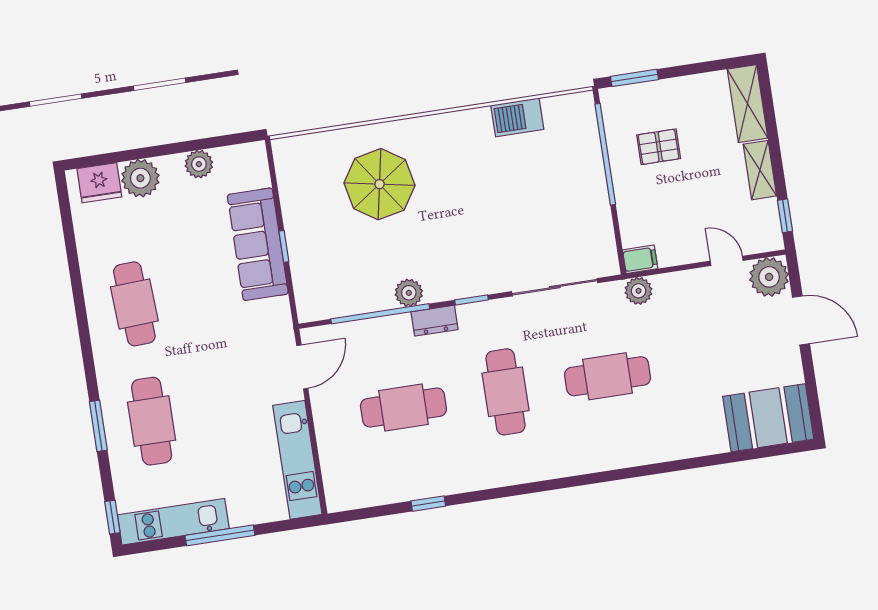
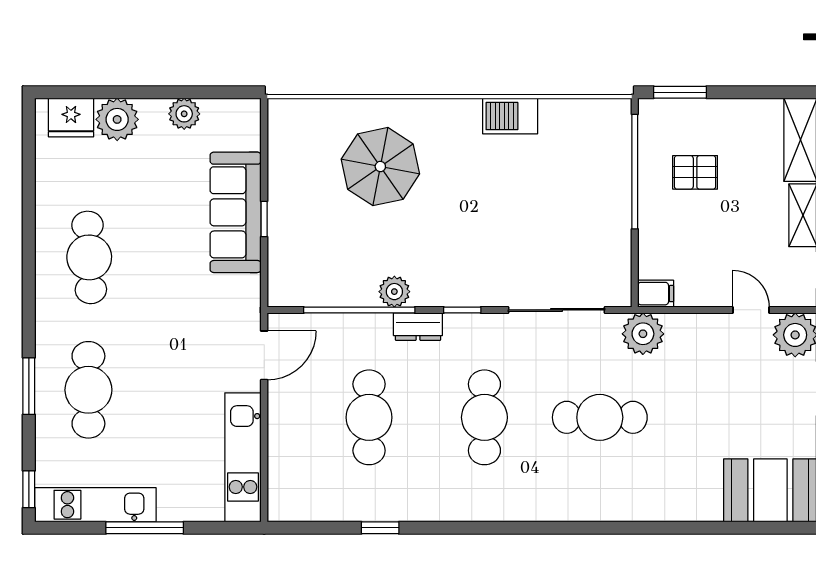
barbecue: (517, 117) -> (510, 116), moved
plant: (639, 291) -> (643, 334), width x1.36, depth x1.36
cafe table: (403, 407) -> (369, 417), turned 90

